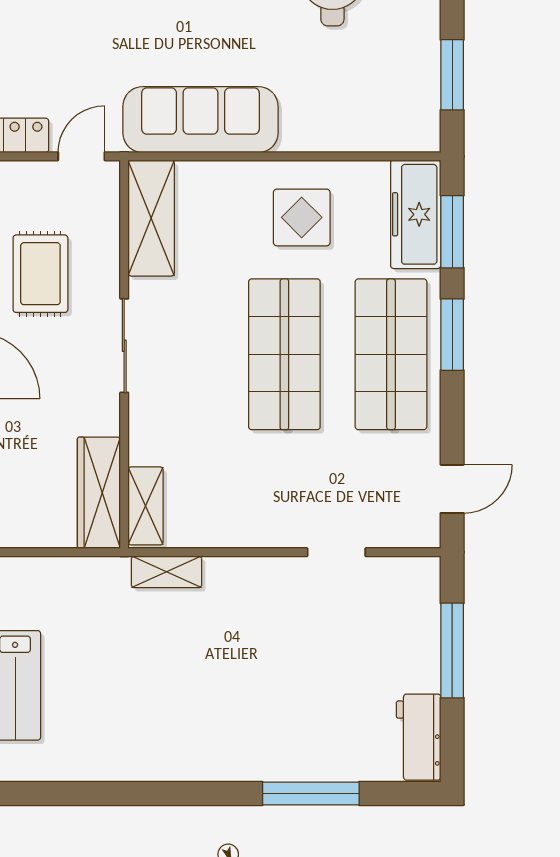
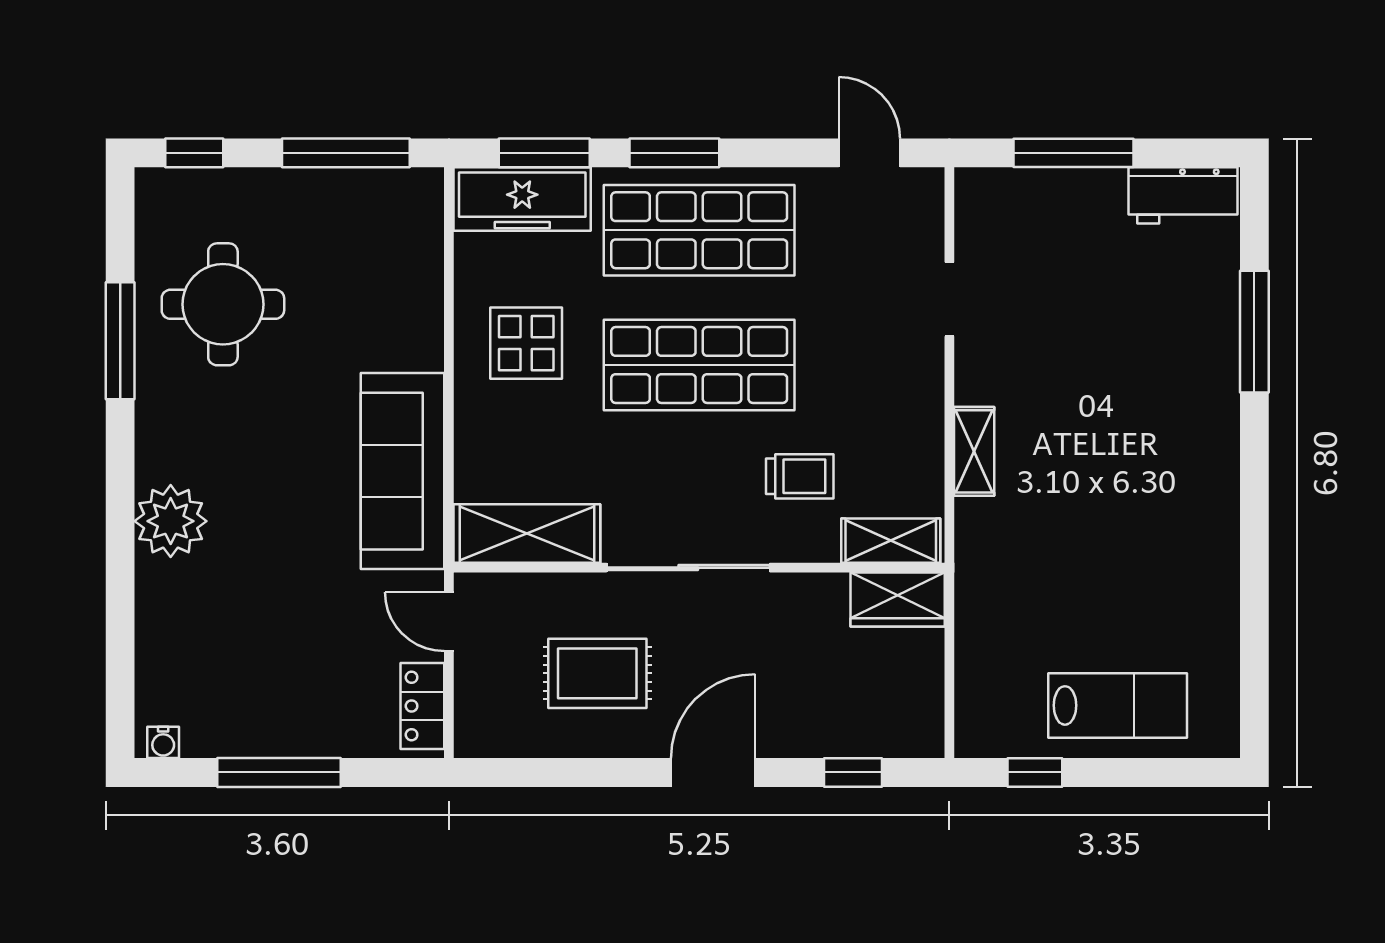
window: (452, 75) -> (346, 153), width x1.44
sliding door: (124, 346) -> (688, 568), width x1.37
trolley: (196, 434) -> (800, 476), added
wardrobe: (99, 493) -> (898, 600), width x0.67
shelving: (166, 572) -> (974, 451), moved

